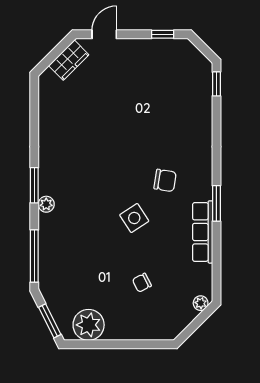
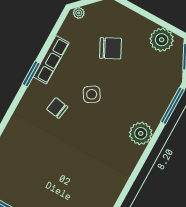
window: (34, 185) -> (146, 153), removed
plant: (46, 204) -> (141, 133), width x1.88, depth x1.88
chair: (142, 283) -> (110, 48), width x1.87, depth x1.87

